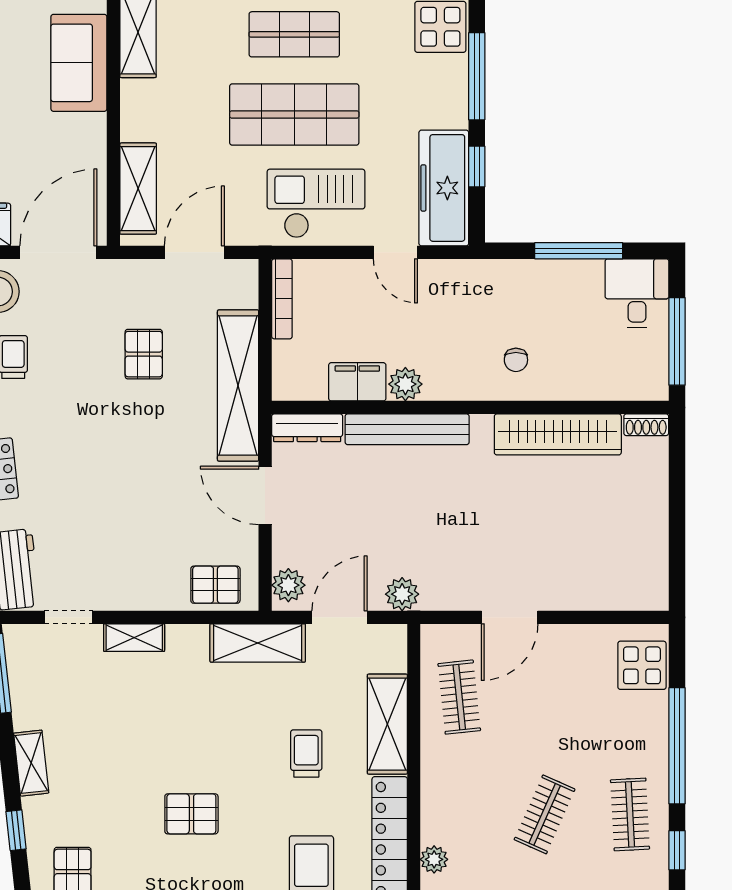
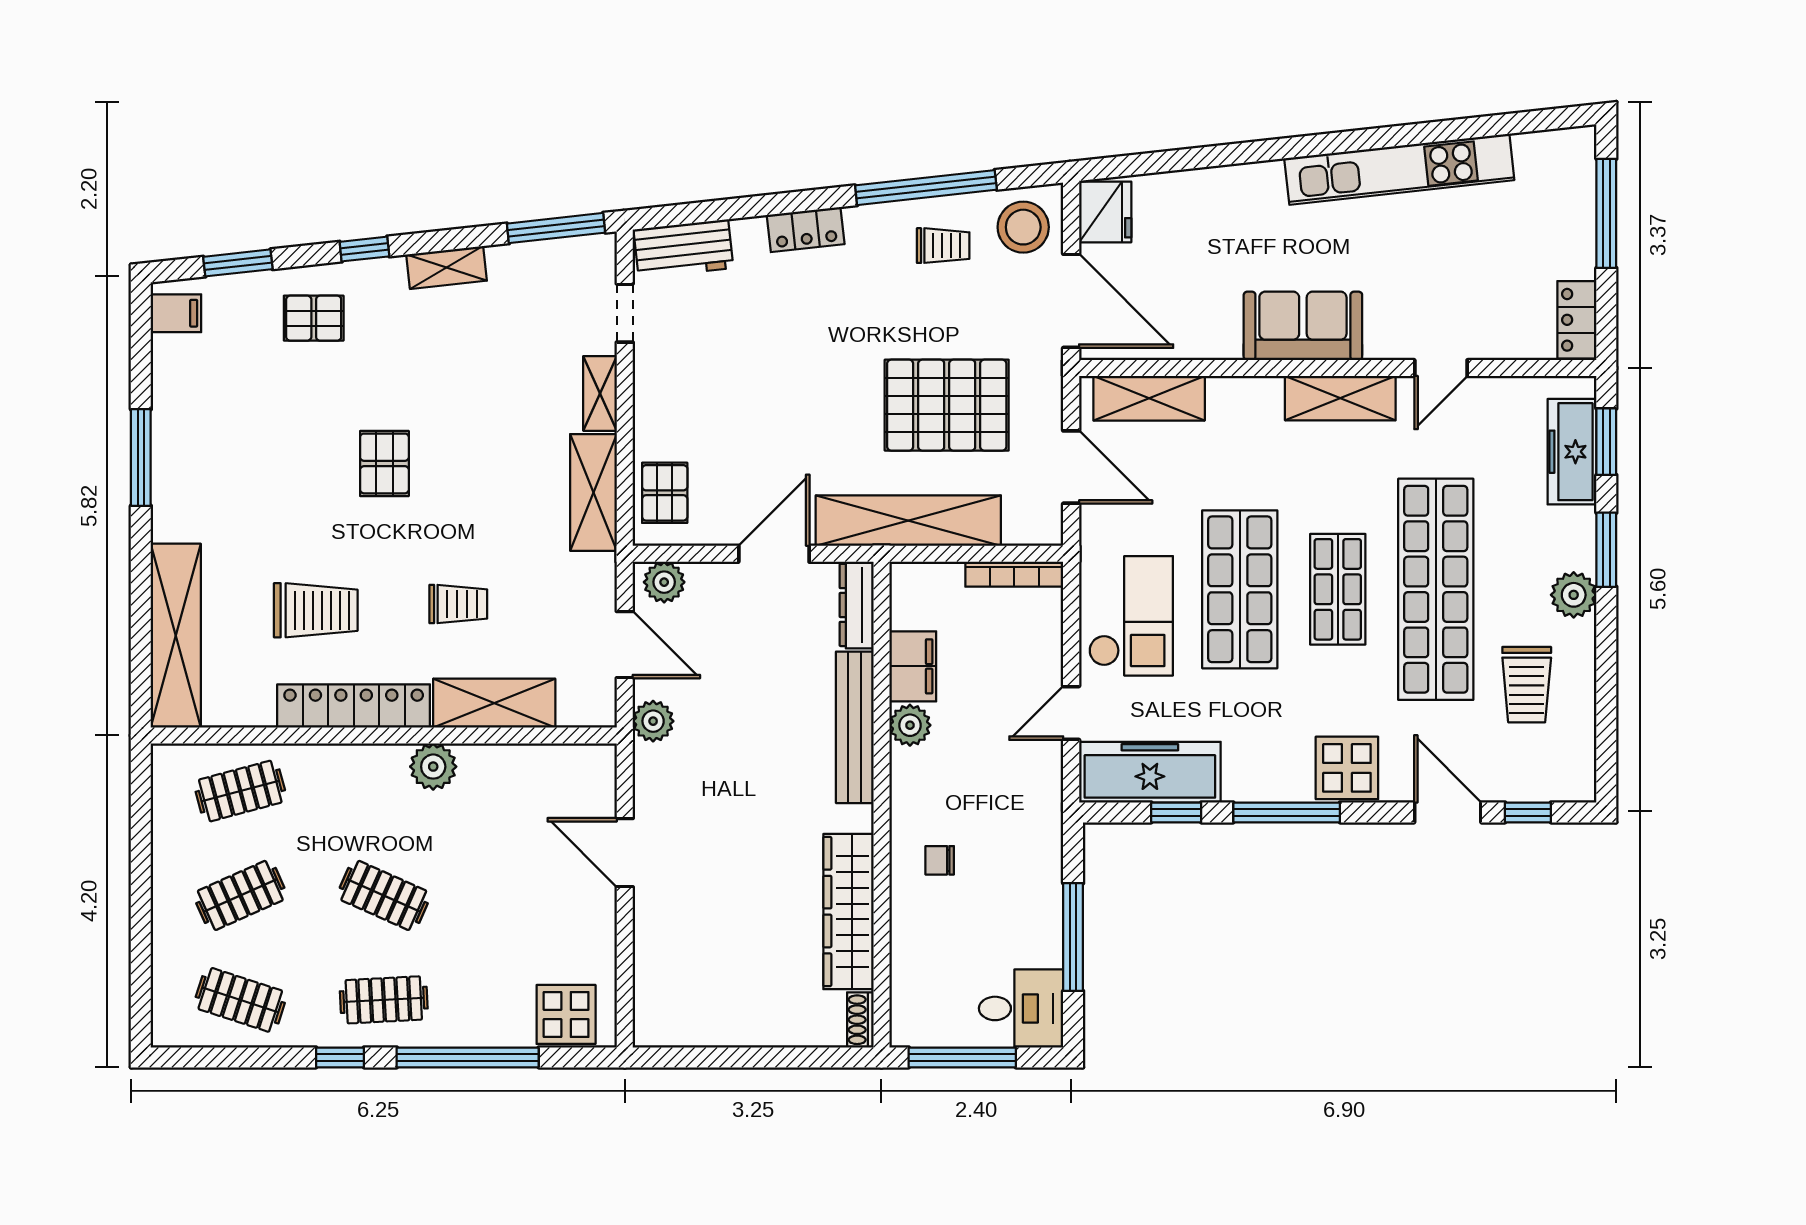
pallet: (144, 354) -> (947, 405), width x2.05, depth x2.00
shelving: (258, 643) -> (593, 492), moved
clothes rail: (459, 697) -> (527, 791), removed
plant: (434, 859) -> (433, 767), moved, width x1.38, depth x1.38

